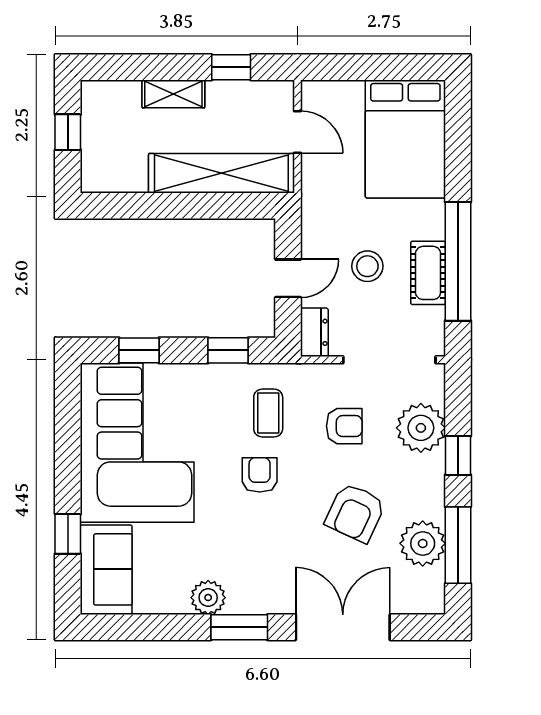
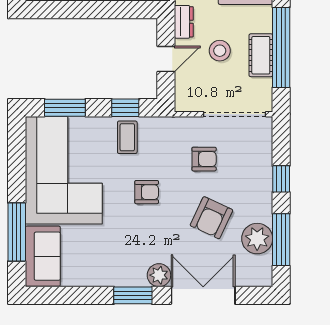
dresser: (314, 332) -> (184, 22), moved
window: (139, 350) -> (65, 108), width x1.50
coffee table: (268, 413) -> (127, 137), moved
plant: (421, 428) -> (256, 160), removed
armchair: (260, 475) -> (147, 192), turned 90
window: (68, 534) -> (17, 232), width x2.17
plant: (208, 598) -> (159, 275), moved

